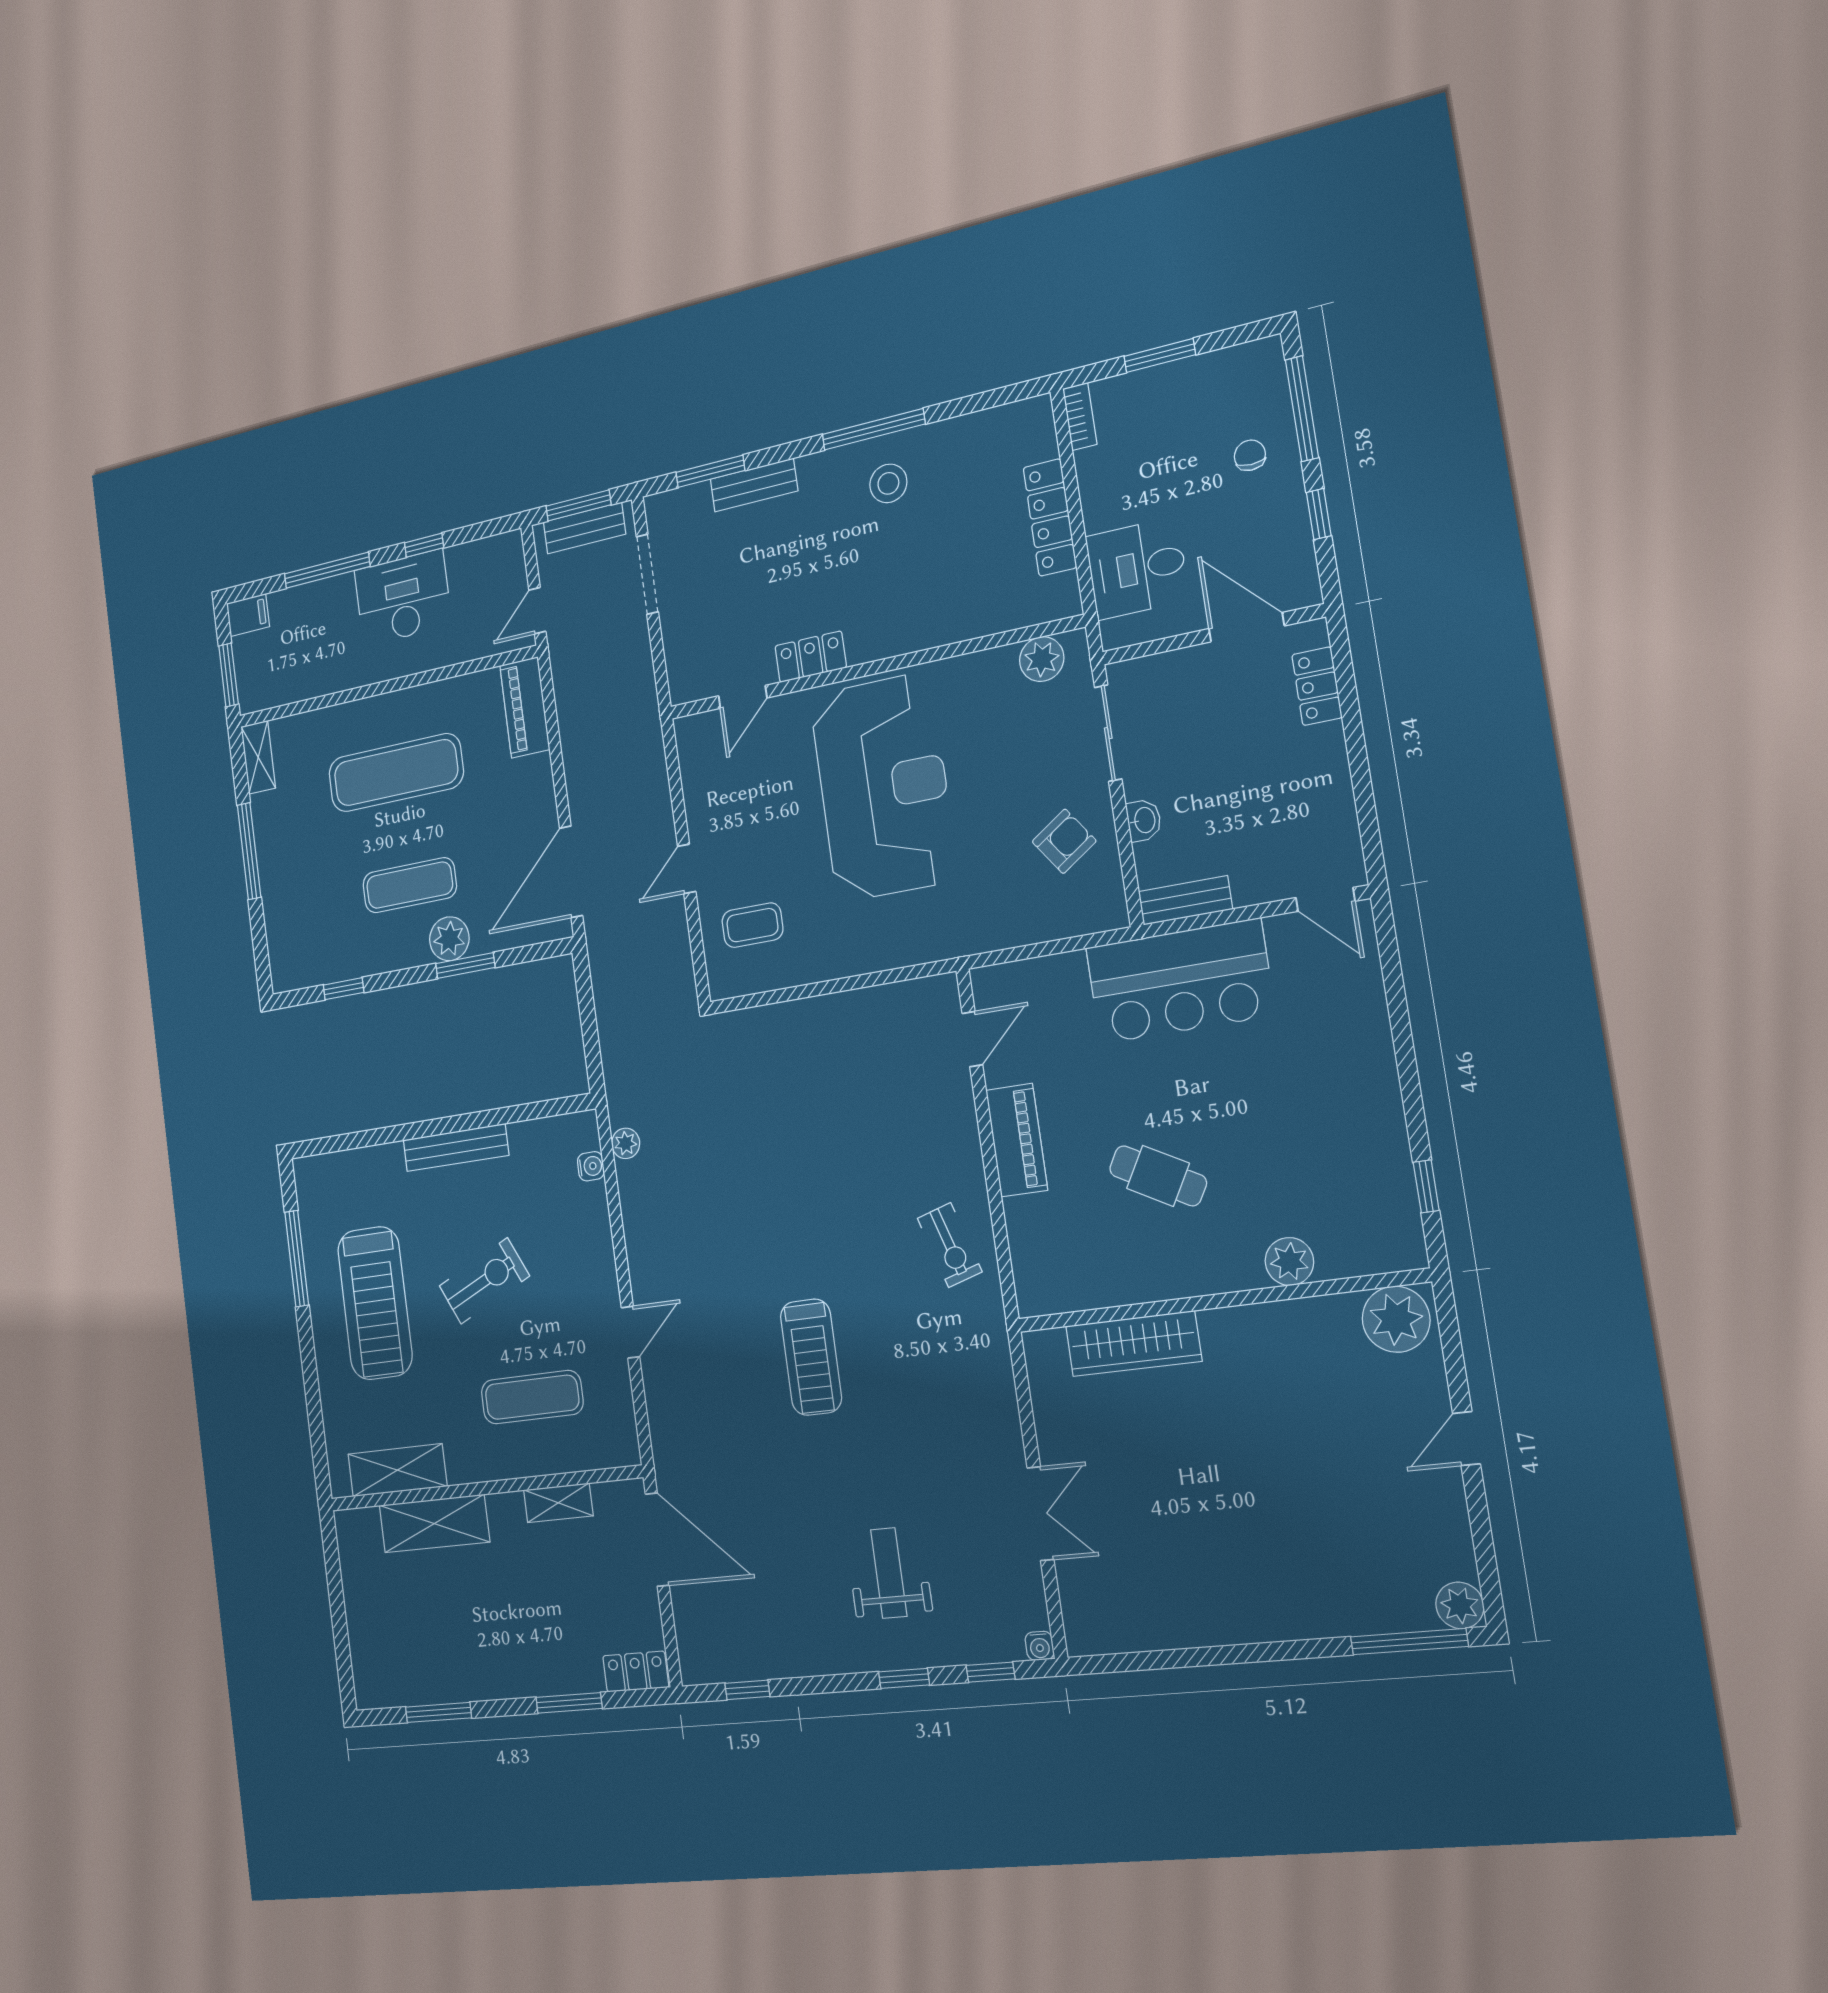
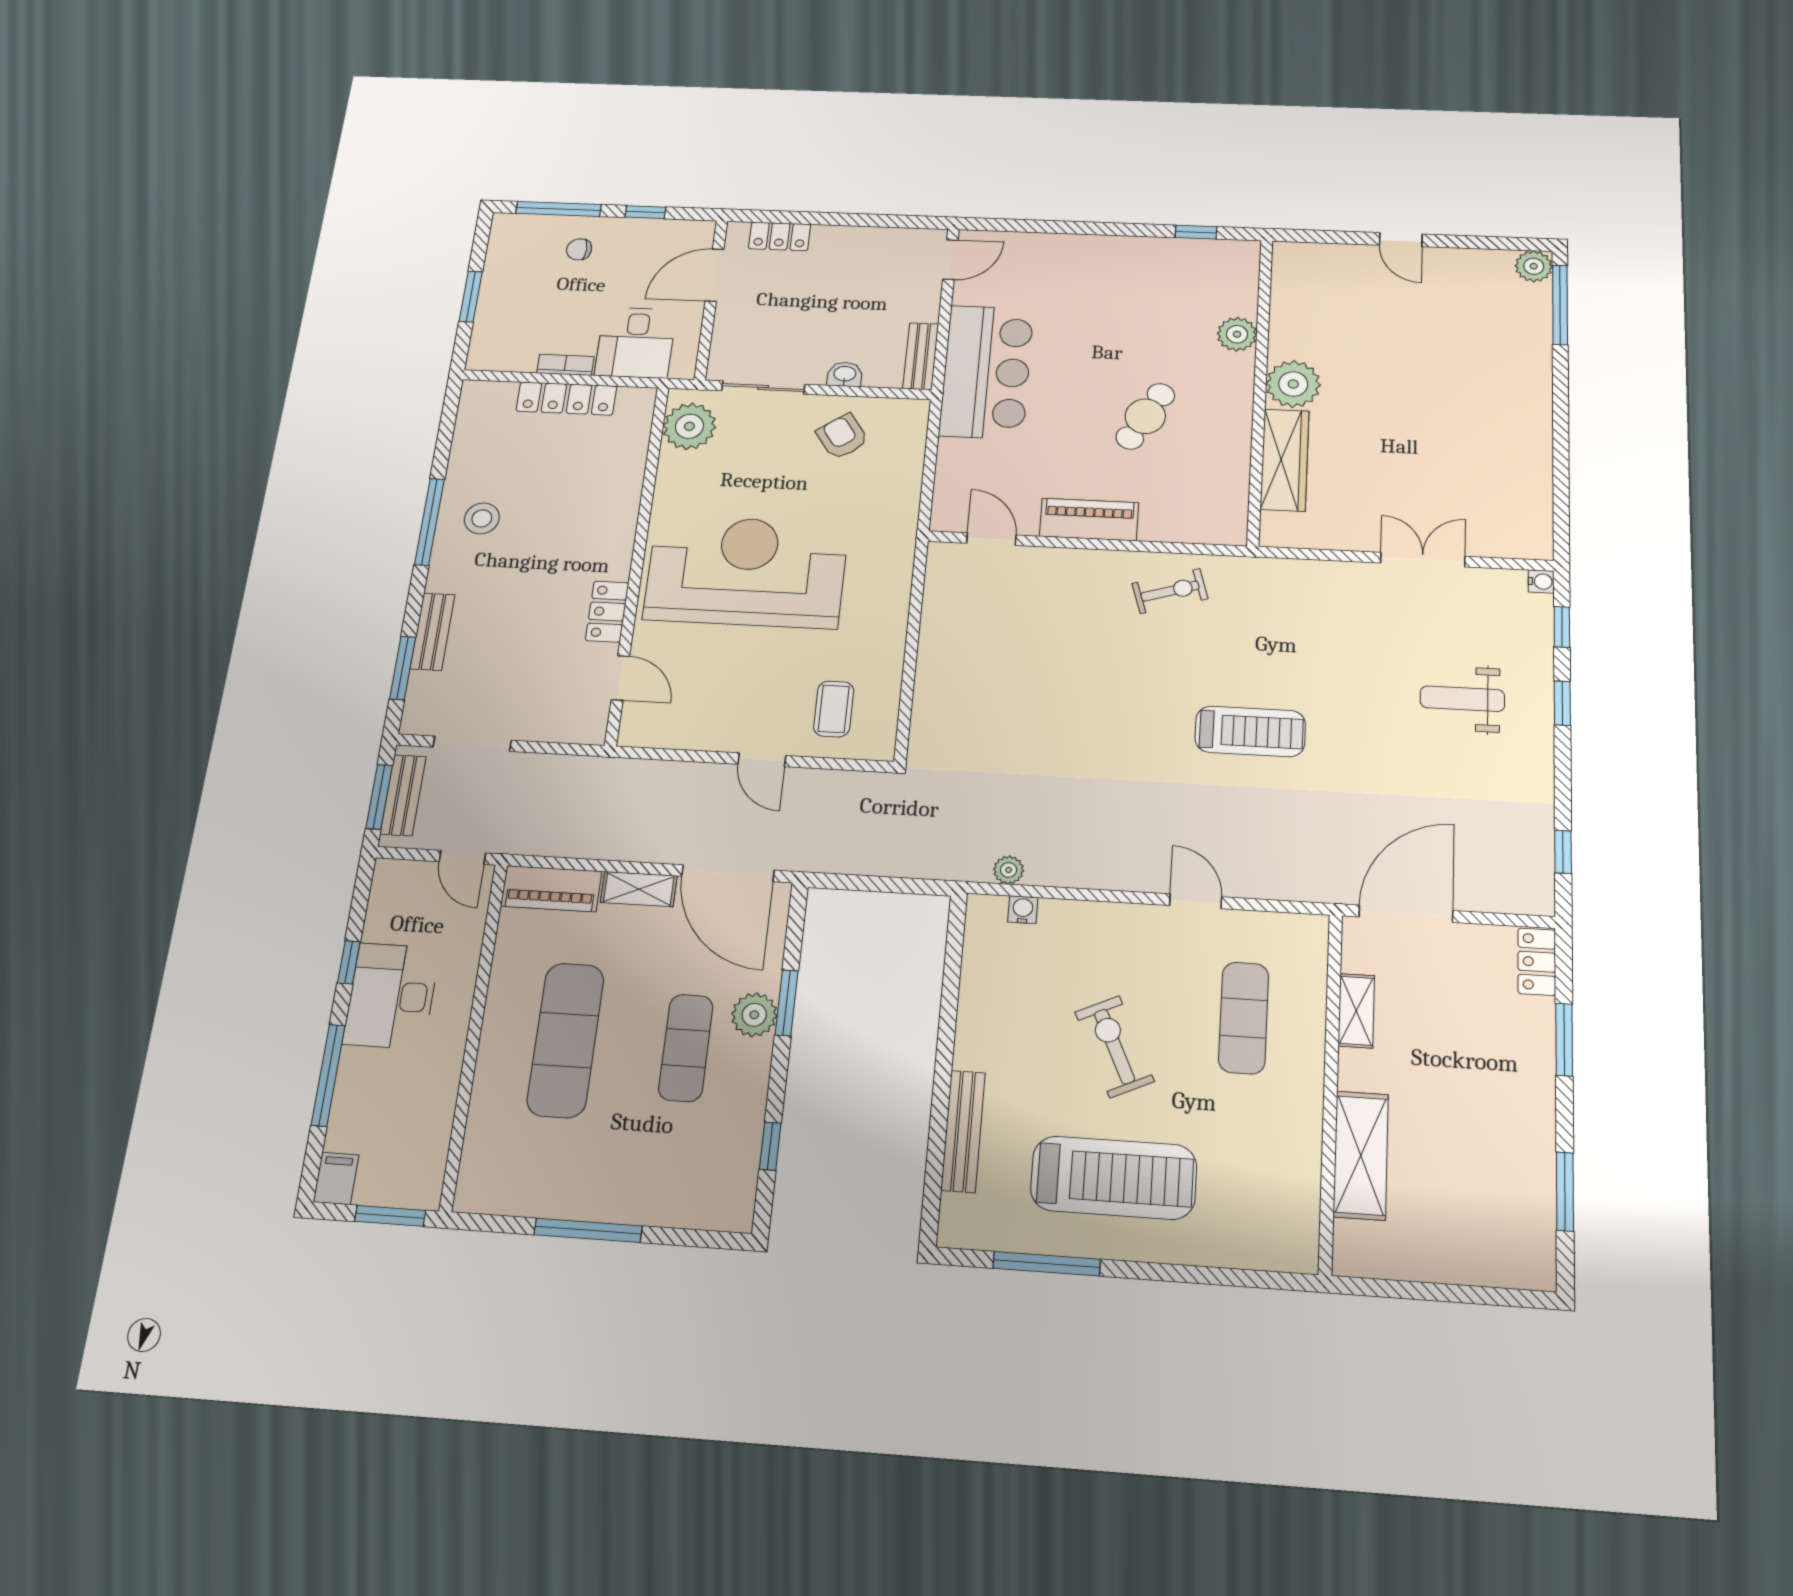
bookcase: (1080, 416) -> (565, 365), moved
plant: (1042, 659) -> (689, 426), width x1.36, depth x1.36
shelving: (258, 757) -> (639, 889), moved
bench: (456, 1148) -> (963, 1131), moved
plant: (1396, 1319) -> (1293, 384), moved
shelving: (397, 1470) -> (1298, 1188), removed

